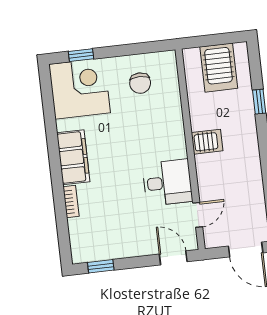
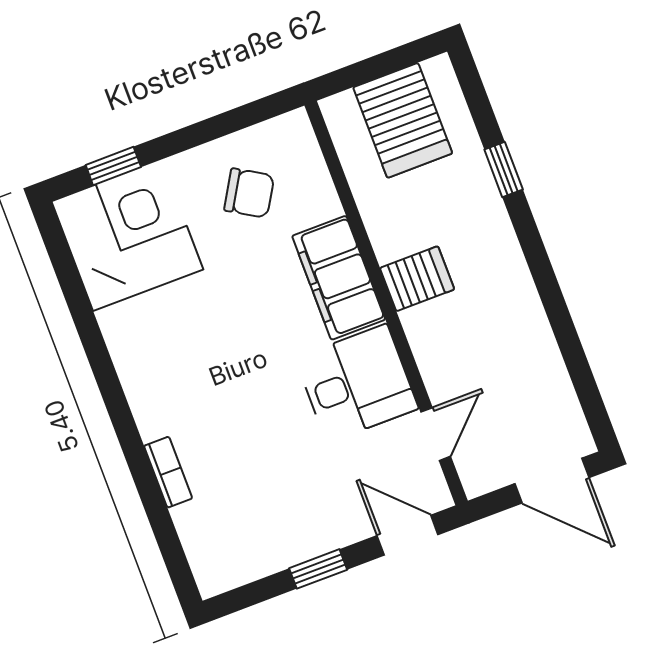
chair: (140, 83) -> (249, 193), turned -59
filing cabinet: (73, 157) -> (339, 278), moved, turned 180
window: (101, 266) -> (318, 569), moved

